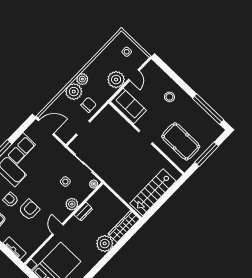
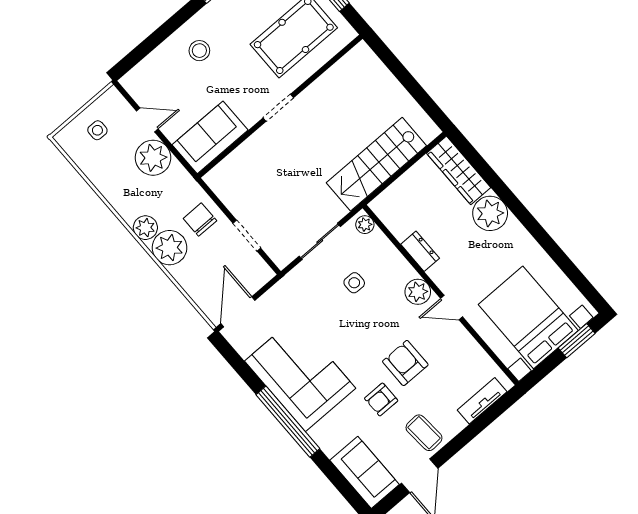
stairs: (153, 192) -> (376, 164), moved, turned 90
plant: (72, 204) -> (418, 292), moved

